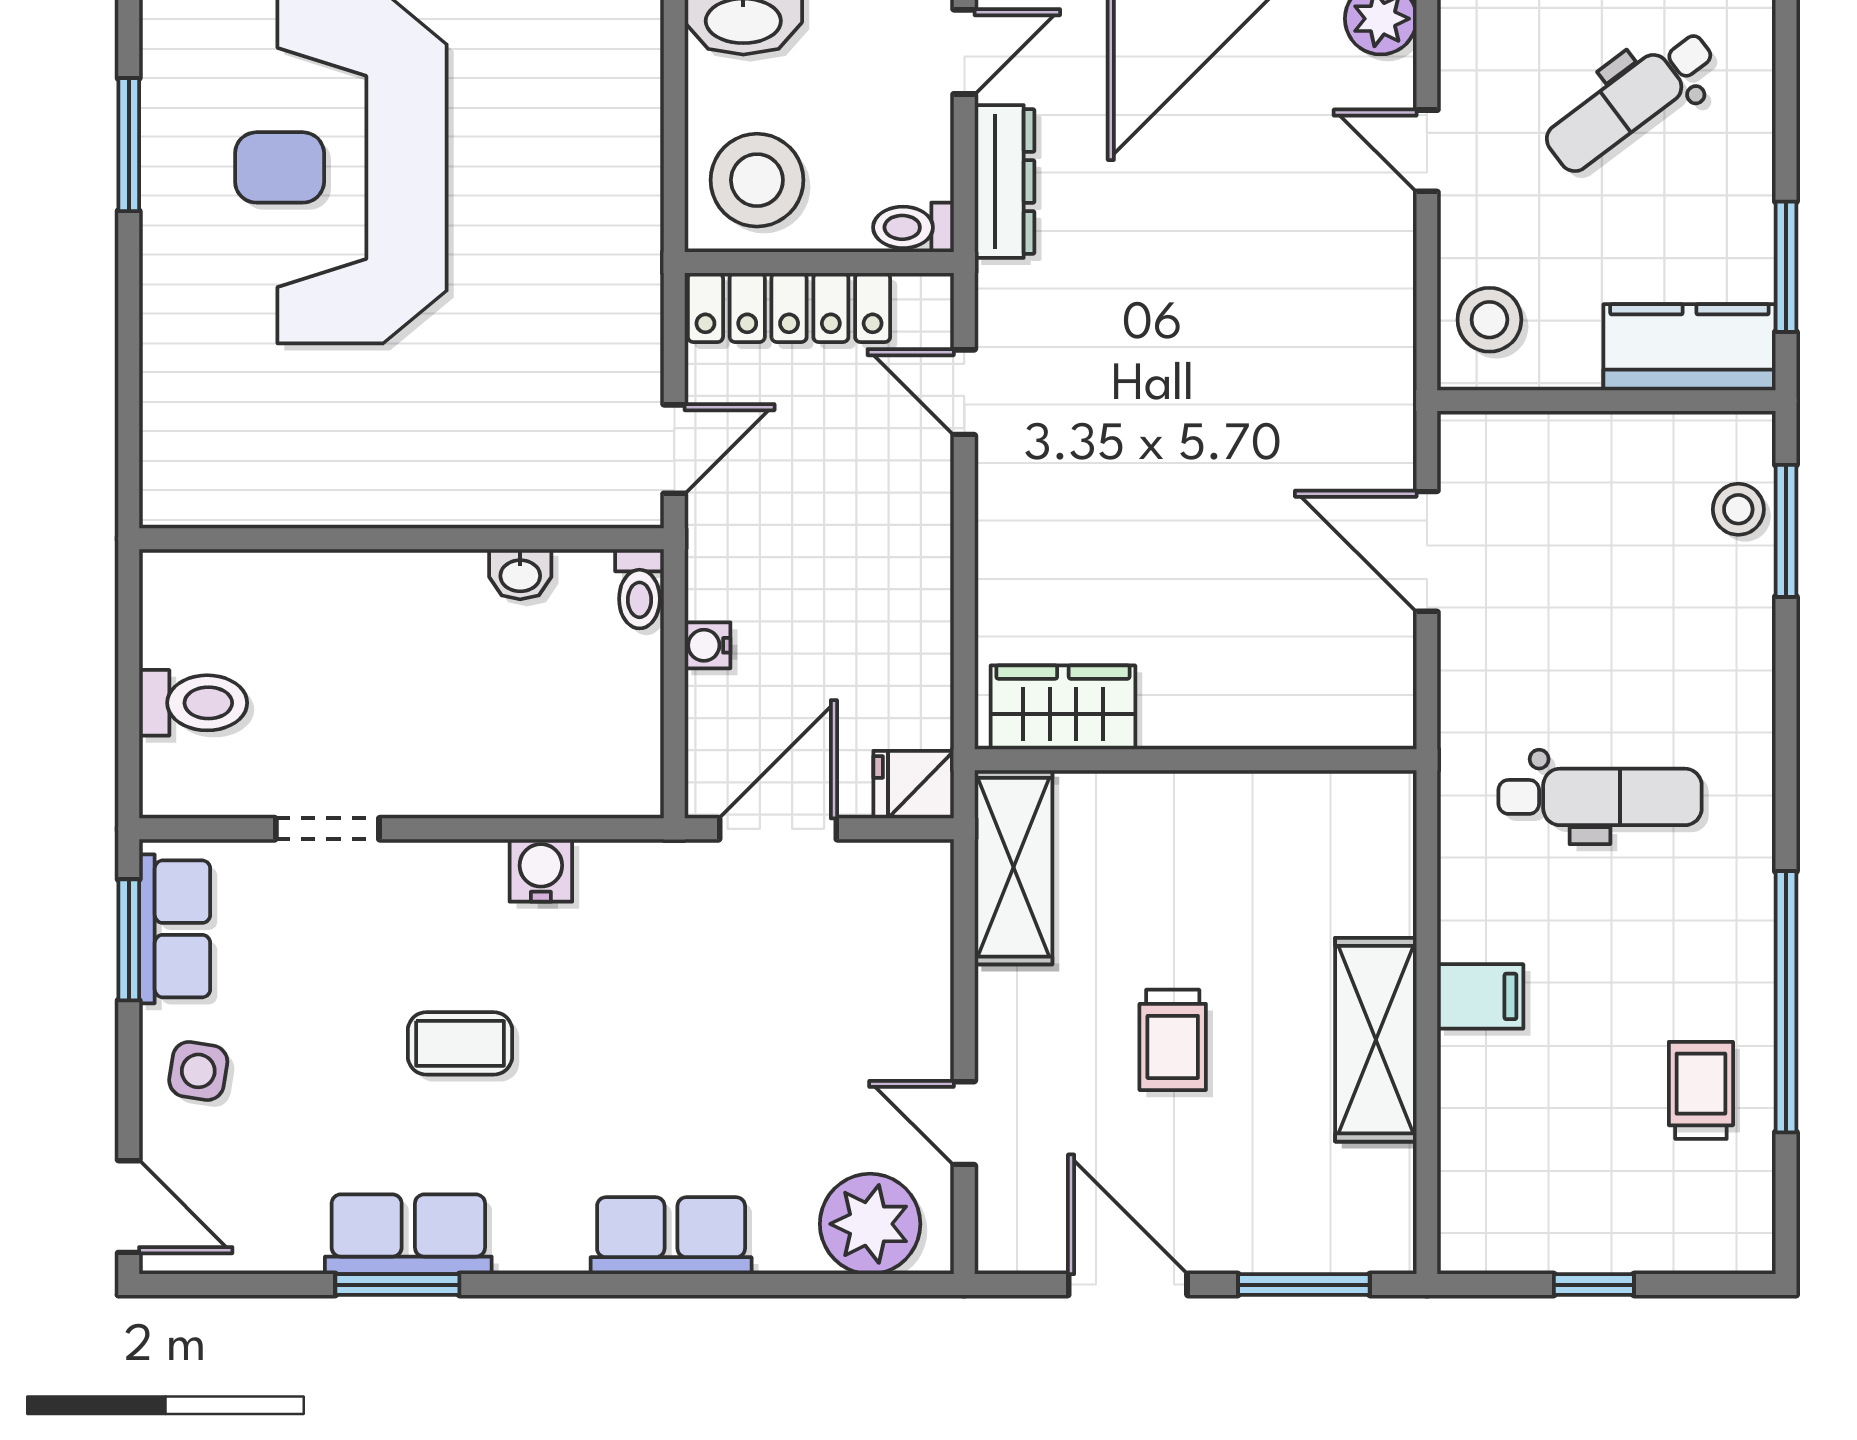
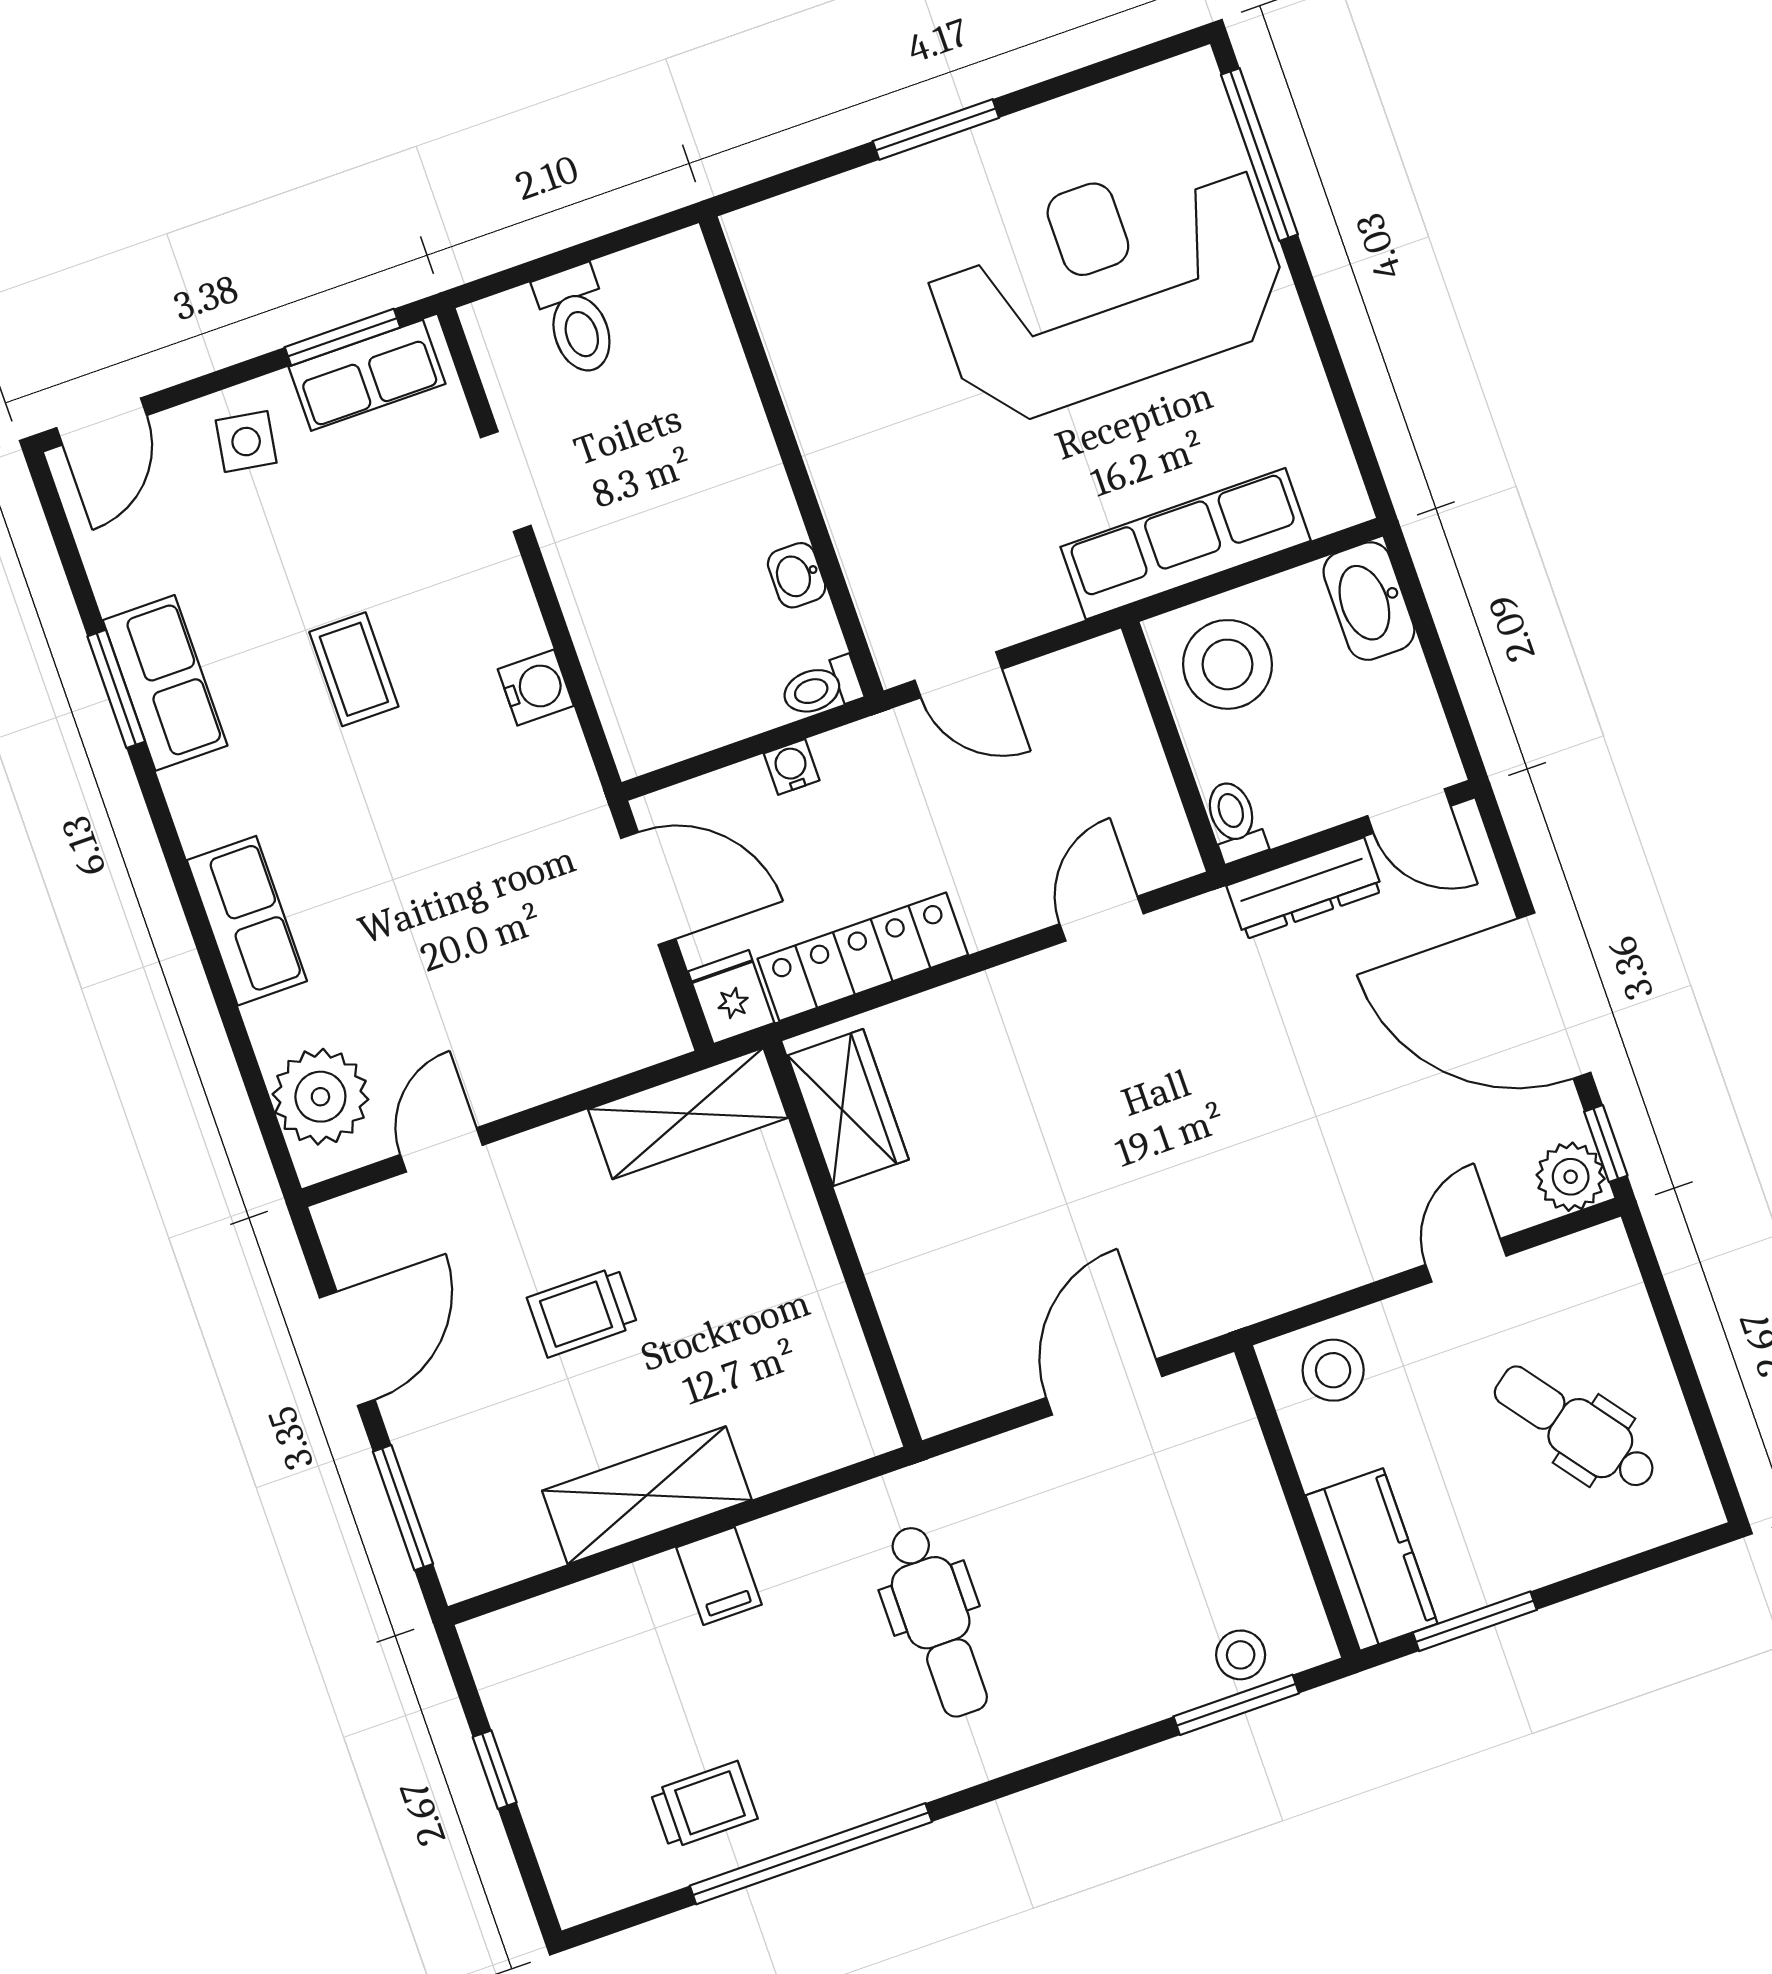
window: (129, 145) -> (936, 129), moved
row of seats: (624, 180) -> (1186, 544), added
locker: (789, 307) -> (863, 957), moved, turned 90

